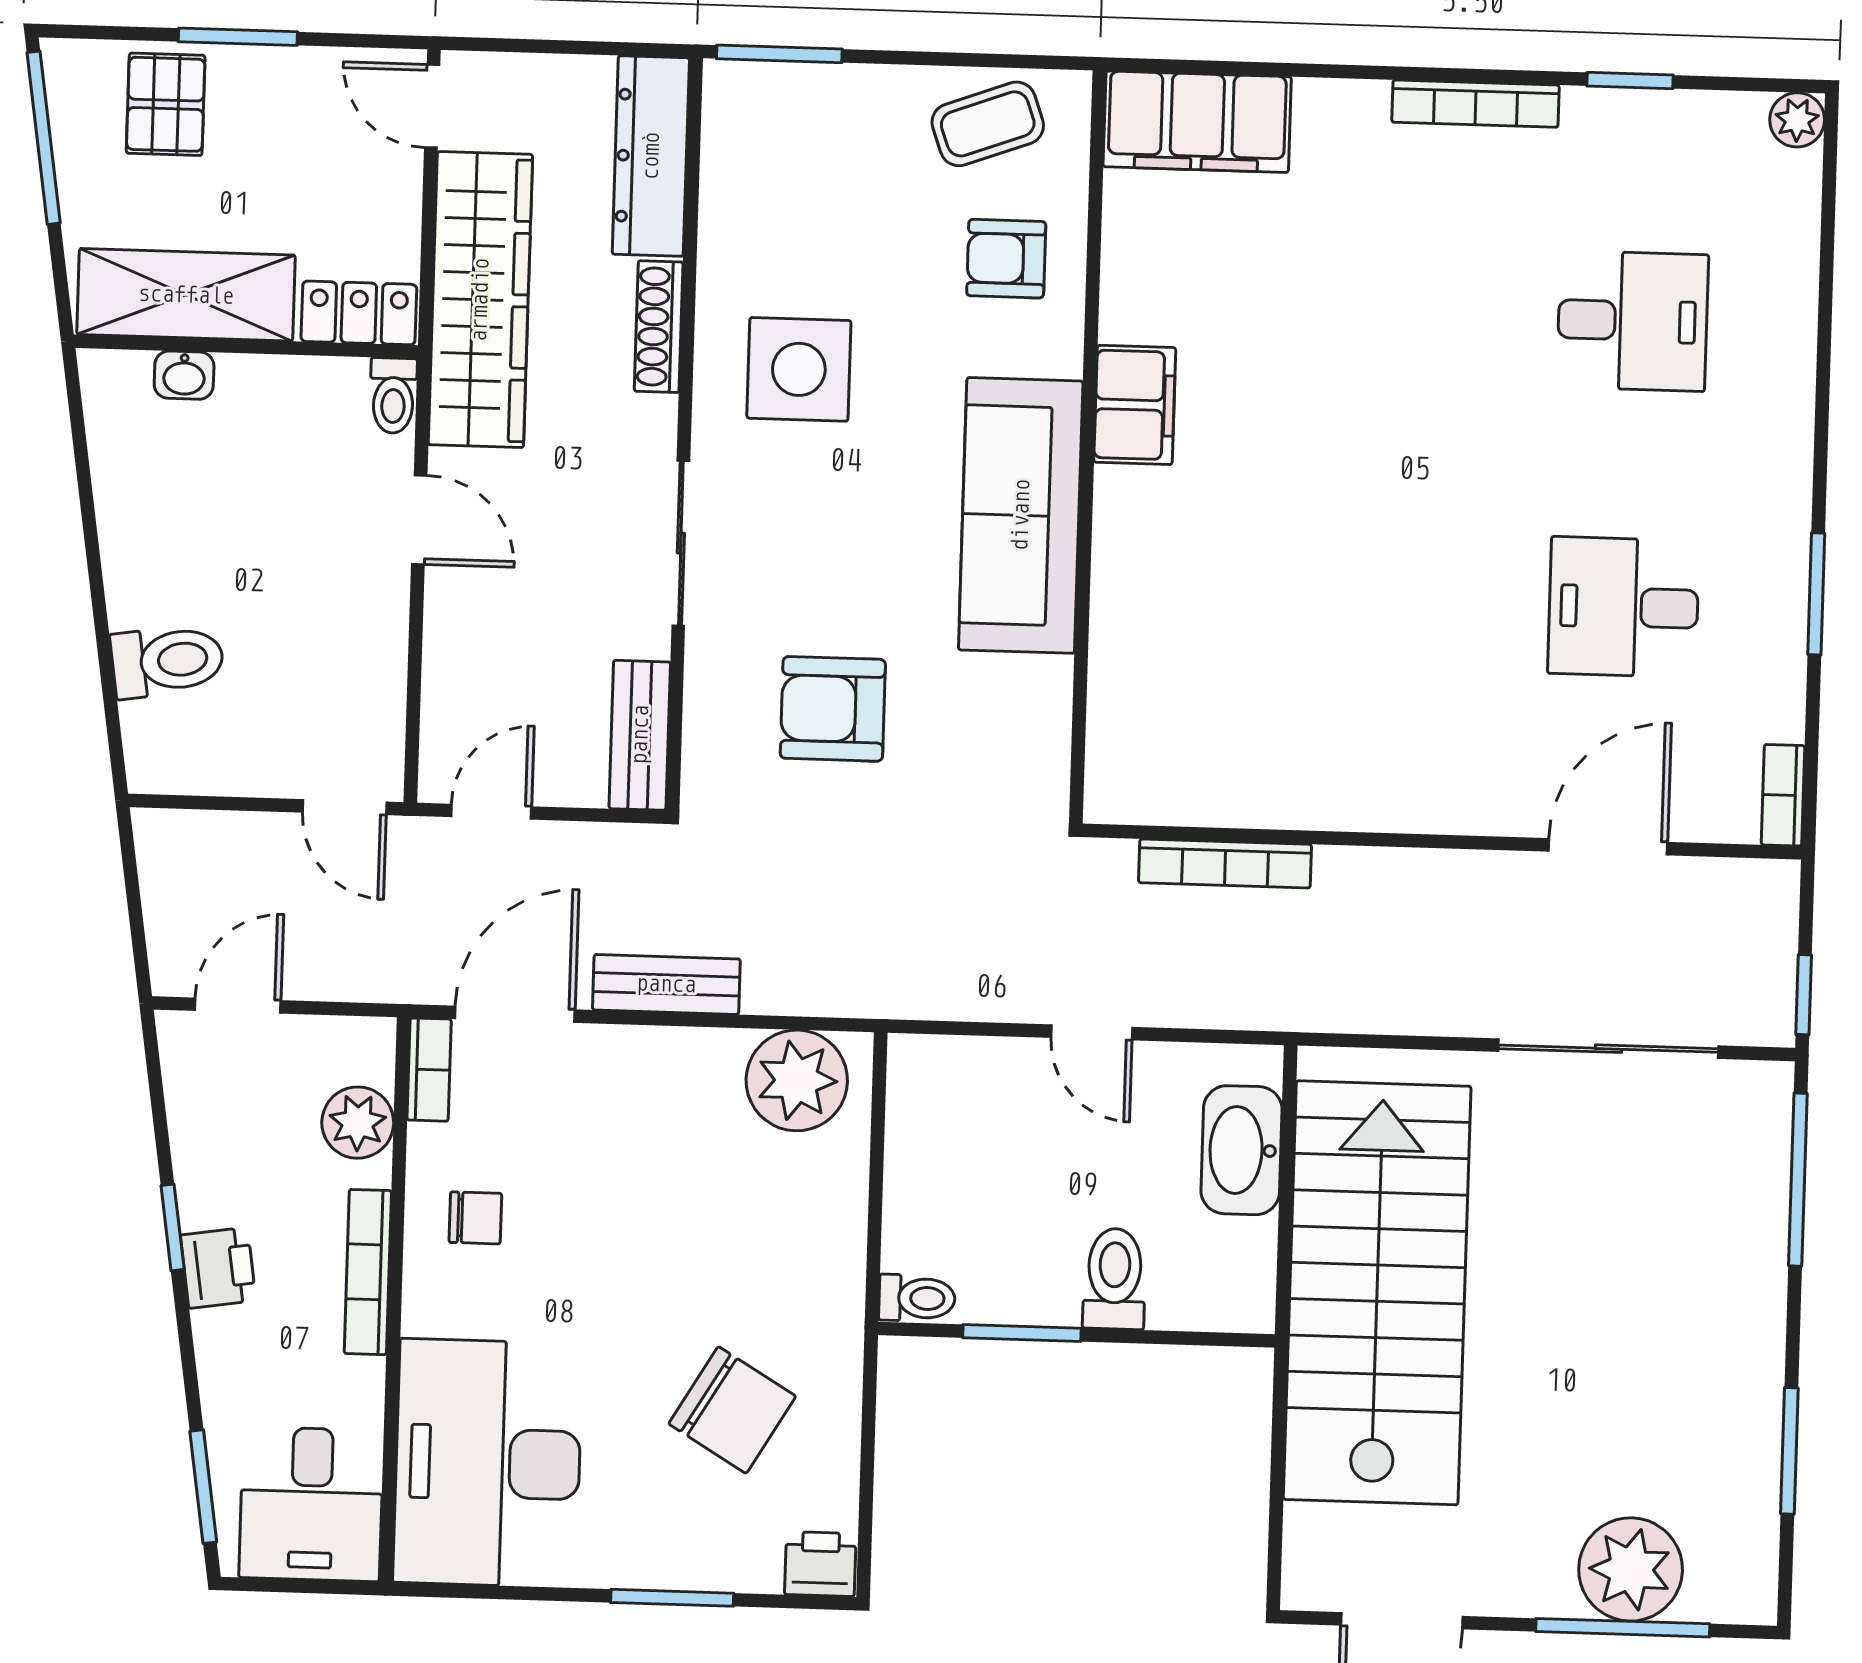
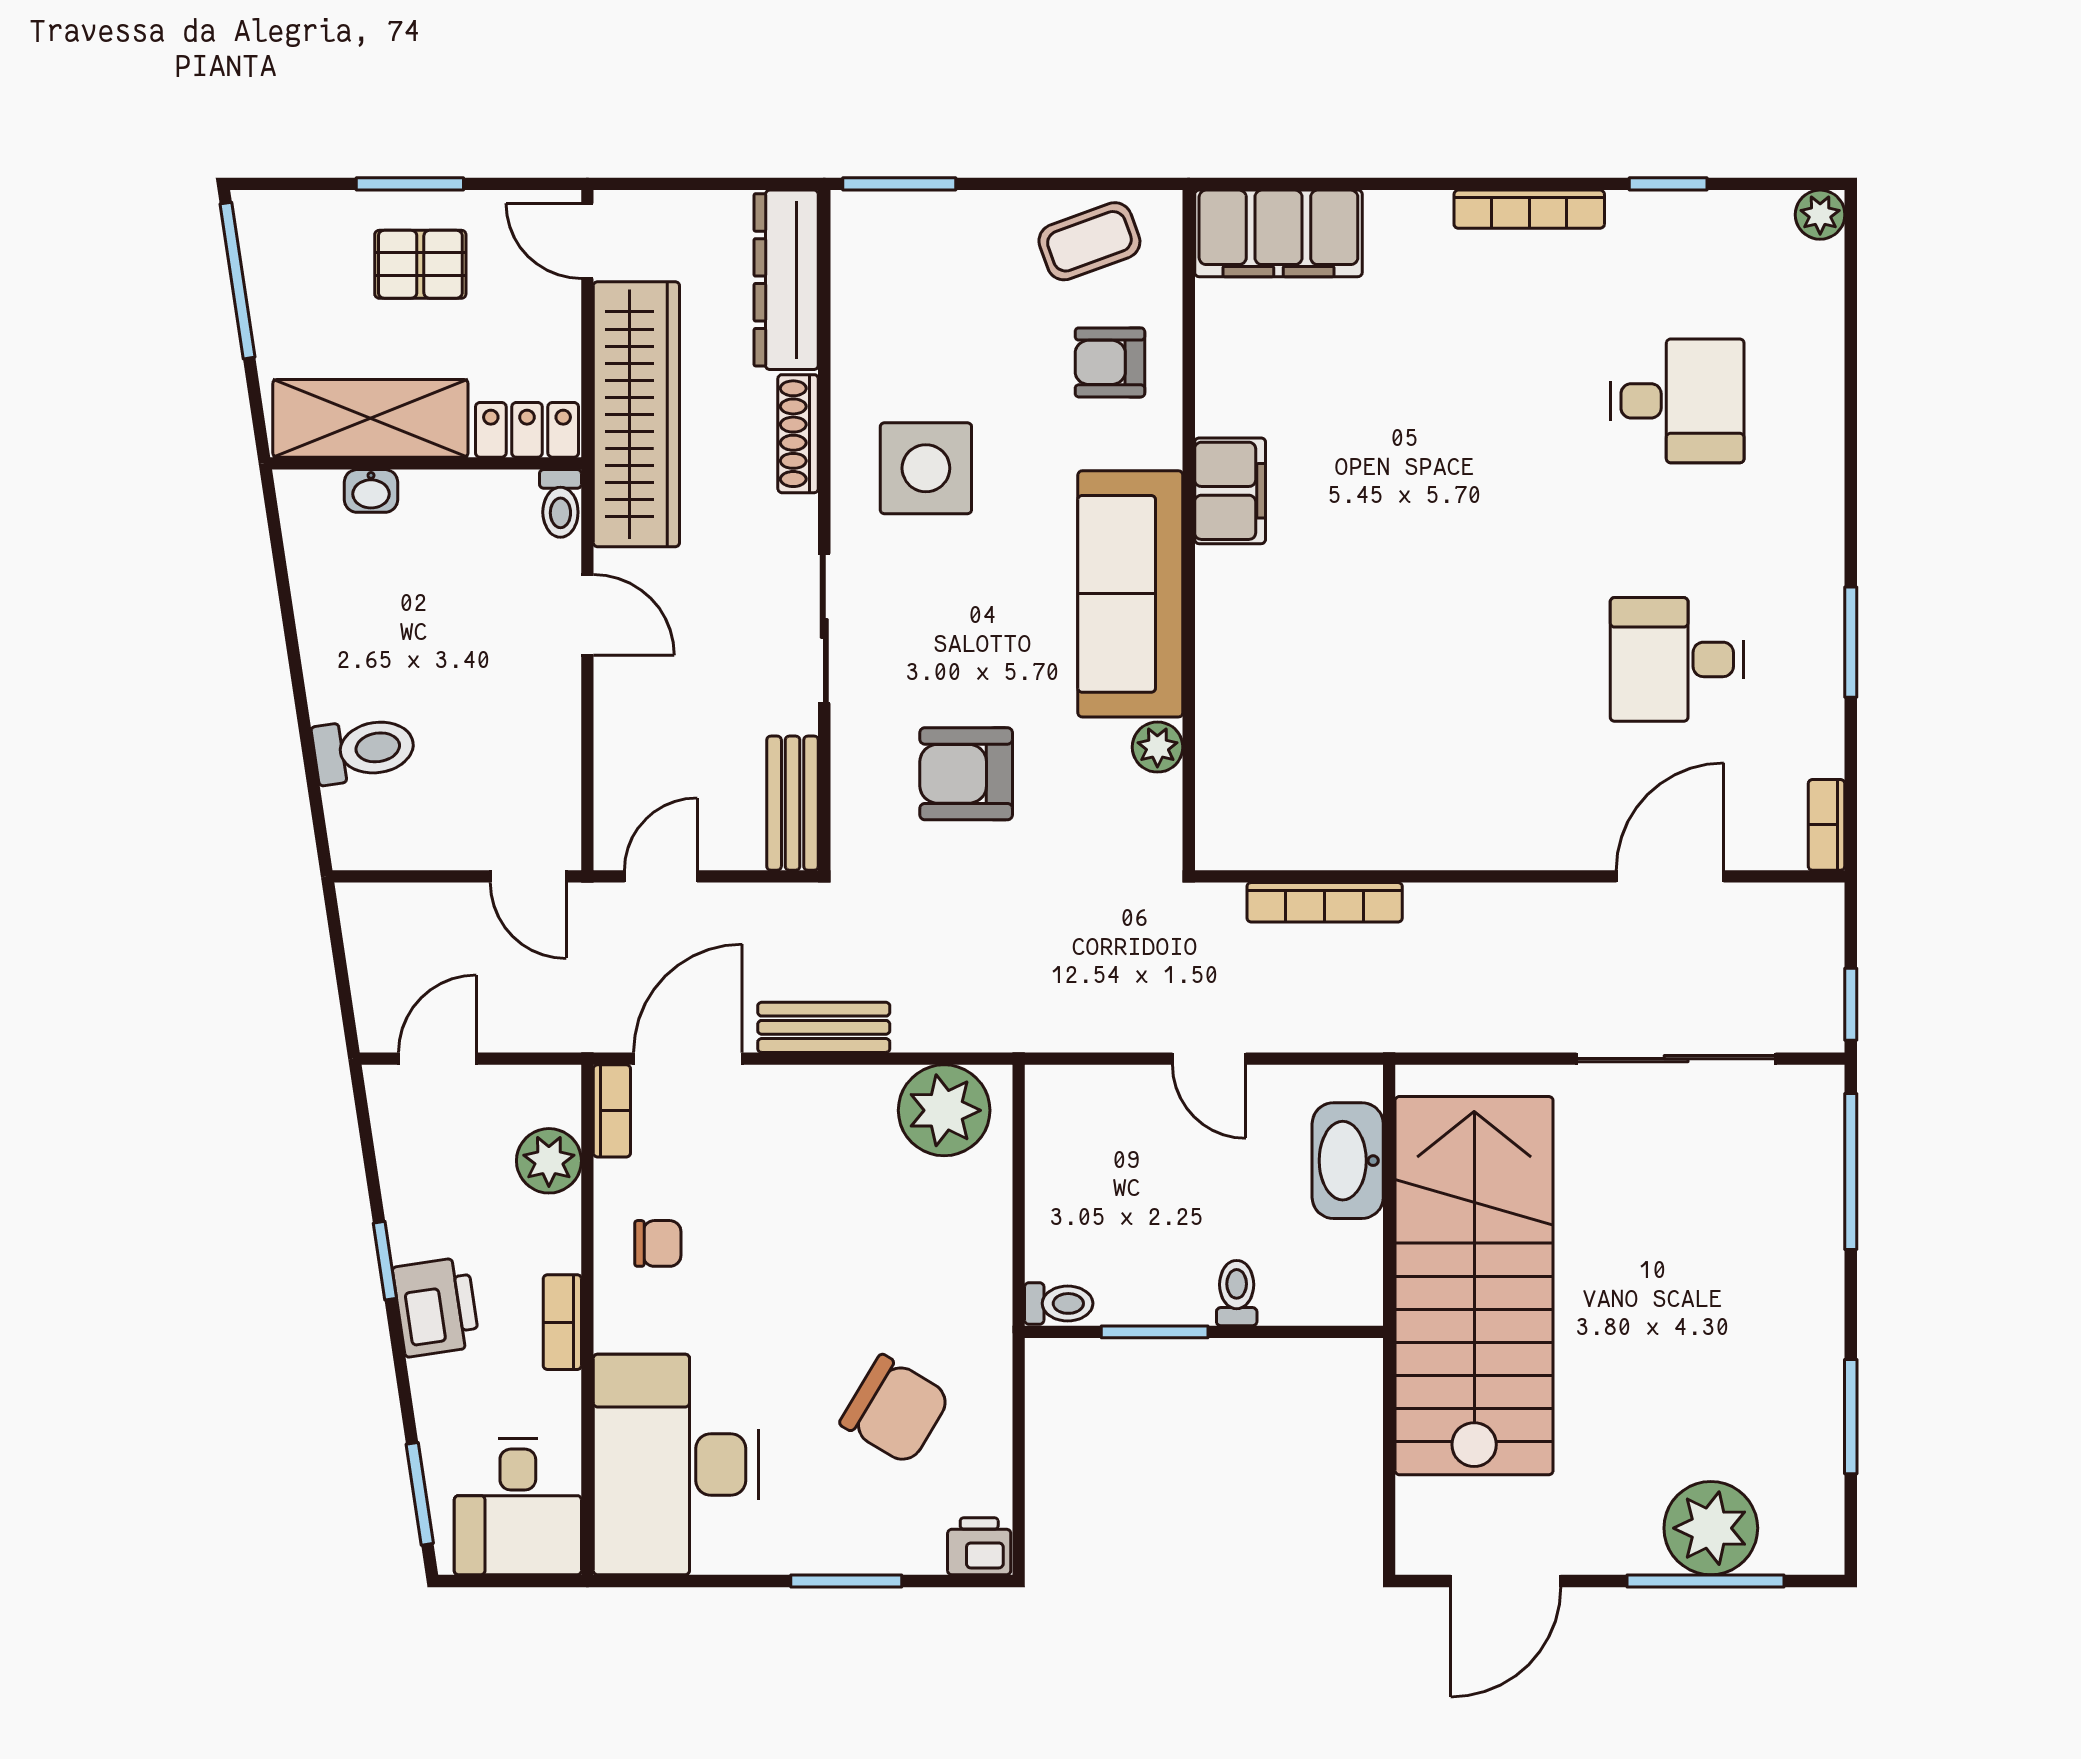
pallet: (166, 104) -> (420, 264), moved, turned 90
plant: (1045, 686) -> (1157, 747), added
printer: (218, 1268) -> (436, 1307), width x1.36, depth x1.24
bookcase: (368, 1272) -> (562, 1322), width x0.64
toilet: (1114, 1279) -> (1237, 1293), width x0.73, depth x0.72

